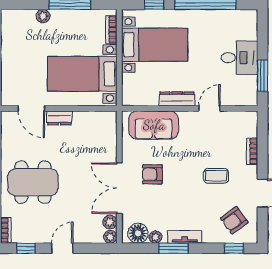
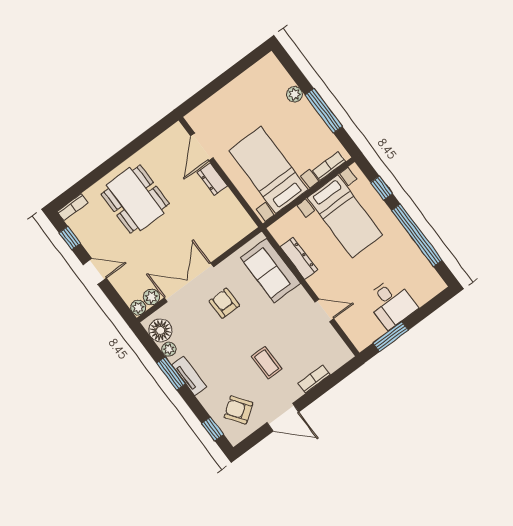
dresser: (177, 99) -> (299, 258), moved

